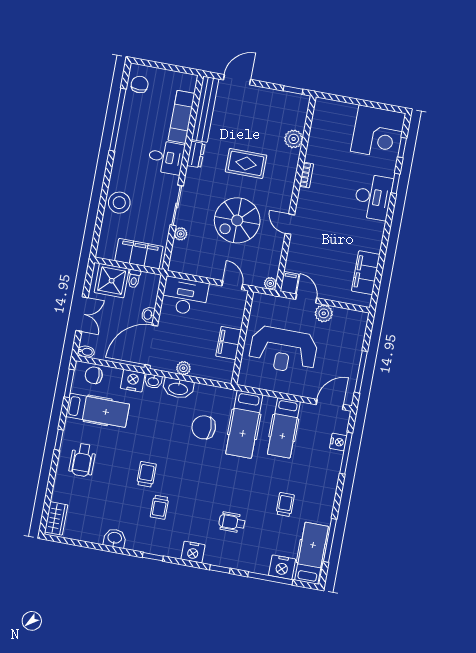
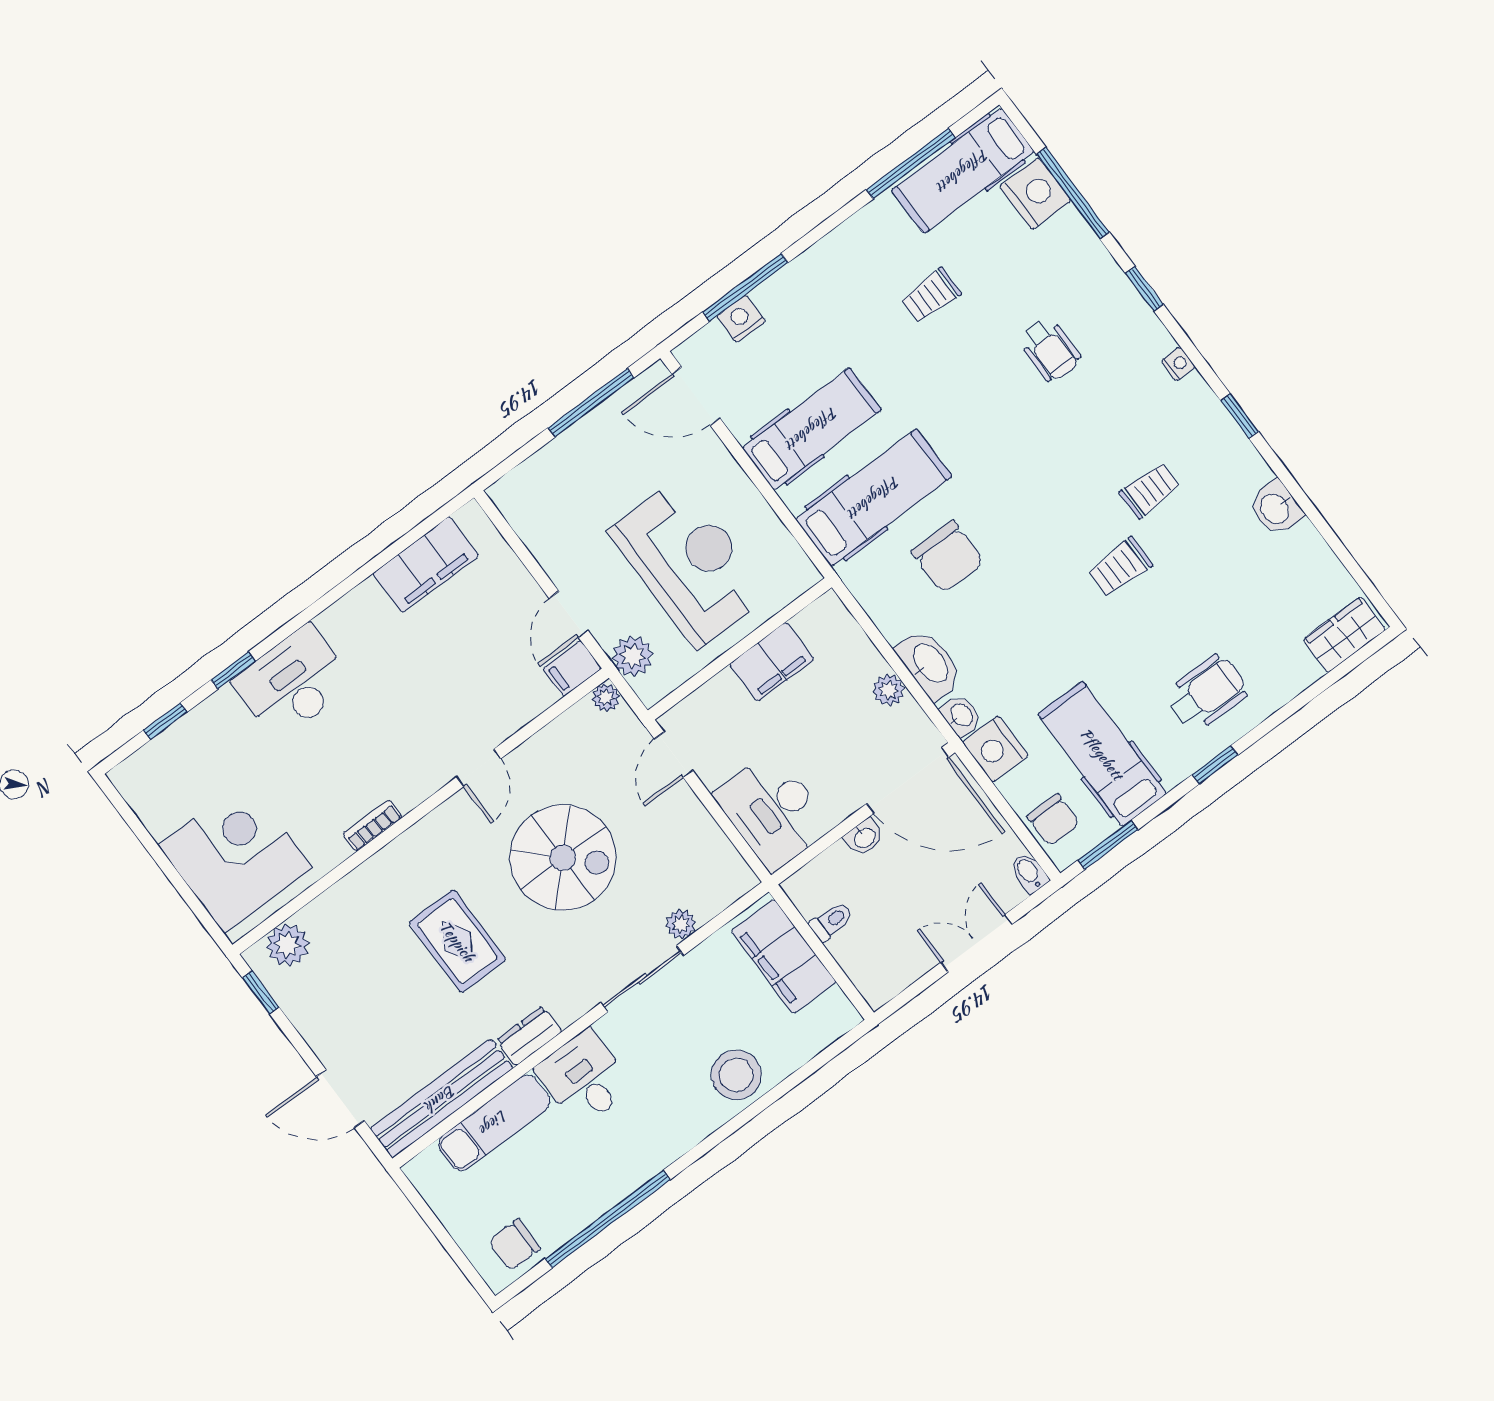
corner desk: (378, 132) -> (235, 856), moved
plant: (294, 139) -> (287, 945), moved
shower: (112, 281) -> (873, 953), removed
plant: (324, 313) -> (633, 656), moved
nightstand: (193, 552) -> (1178, 364), width x0.53, depth x0.56

